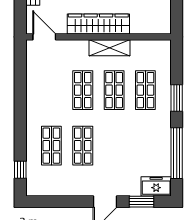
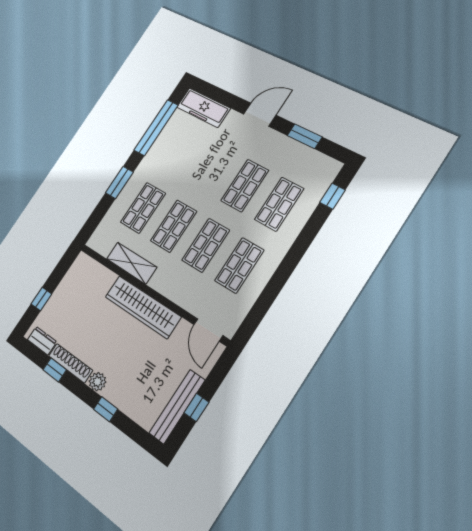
shelving: (110, 48) -> (132, 263), moved
shop shelf: (51, 90) -> (239, 265), added
freezer: (156, 186) -> (203, 108), width x1.40
window: (142, 202) -> (305, 136), moved

